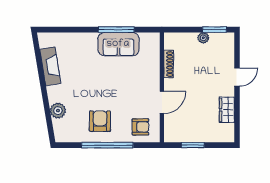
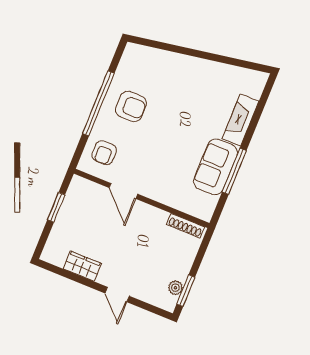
plant: (203, 38) -> (175, 288), moved
shoe rack: (169, 64) -> (186, 226), moved
fireplace: (50, 66) -> (241, 120), moved, turned 100
plant: (58, 111) -> (165, 61), removed

